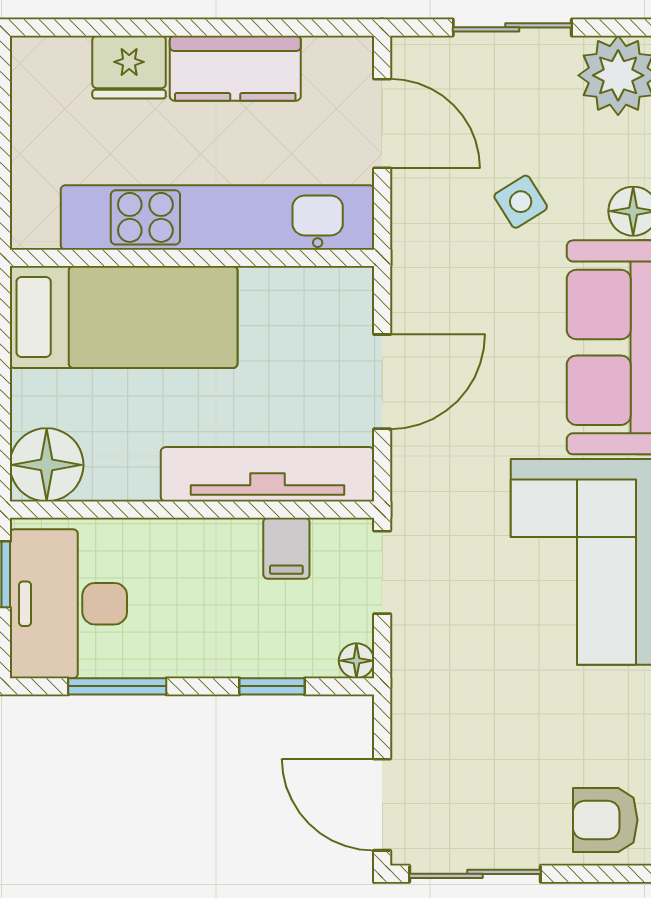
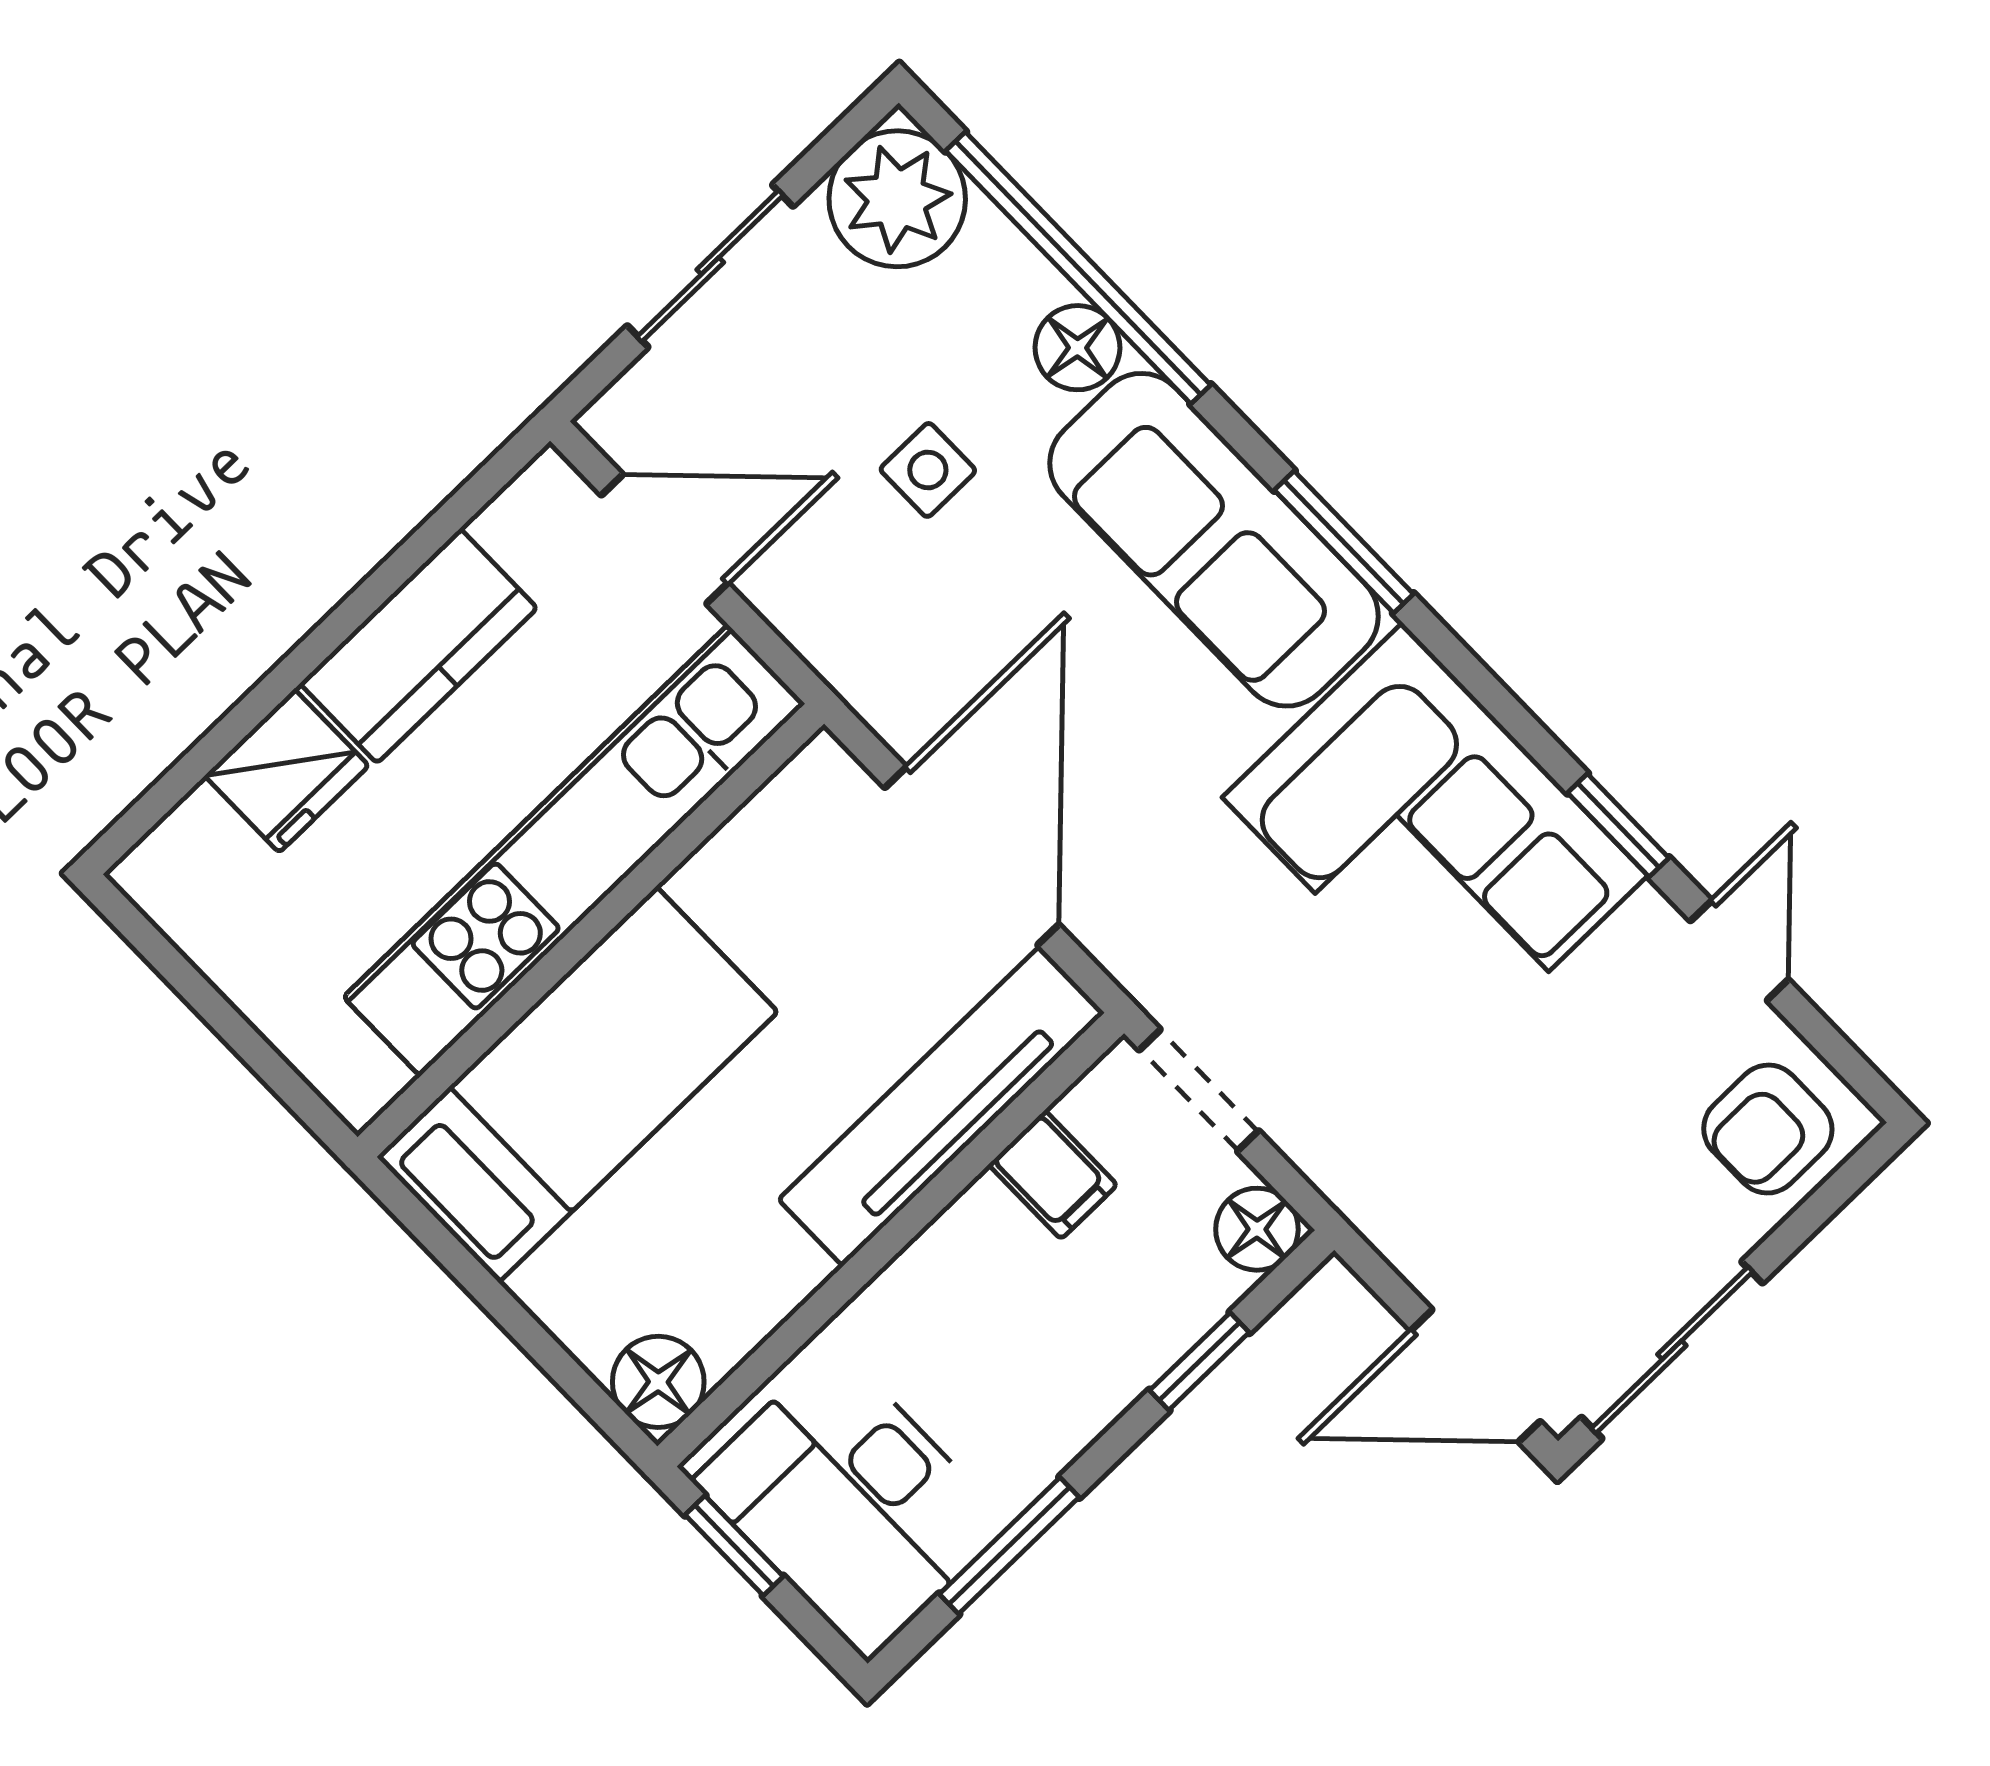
side table: (521, 202) -> (928, 470), turned 32
door: (382, 382) -> (972, 856), width x1.36
floor lamp: (47, 465) -> (658, 1382), width x0.73, depth x0.73
floor lamp: (356, 661) -> (1257, 1229), width x1.37, depth x1.37

